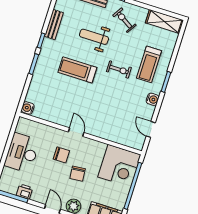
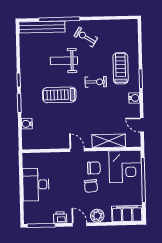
shelving: (164, 21) -> (109, 141), moved
bench: (54, 25) -> (25, 62), removed
treadmill: (149, 64) -> (121, 68), turned 180
water cooler: (28, 108) -> (27, 124), moved
chair: (61, 155) -> (94, 168), moved
printer: (24, 192) -> (60, 218), moved

